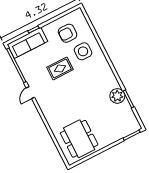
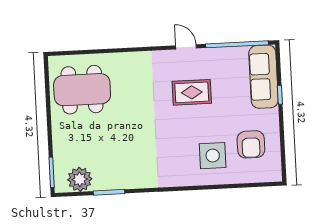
armchair: (68, 33) -> (251, 144), turned 180
rug: (60, 68) -> (192, 92), moved, turned 90
plant: (117, 96) -> (80, 179), moved

